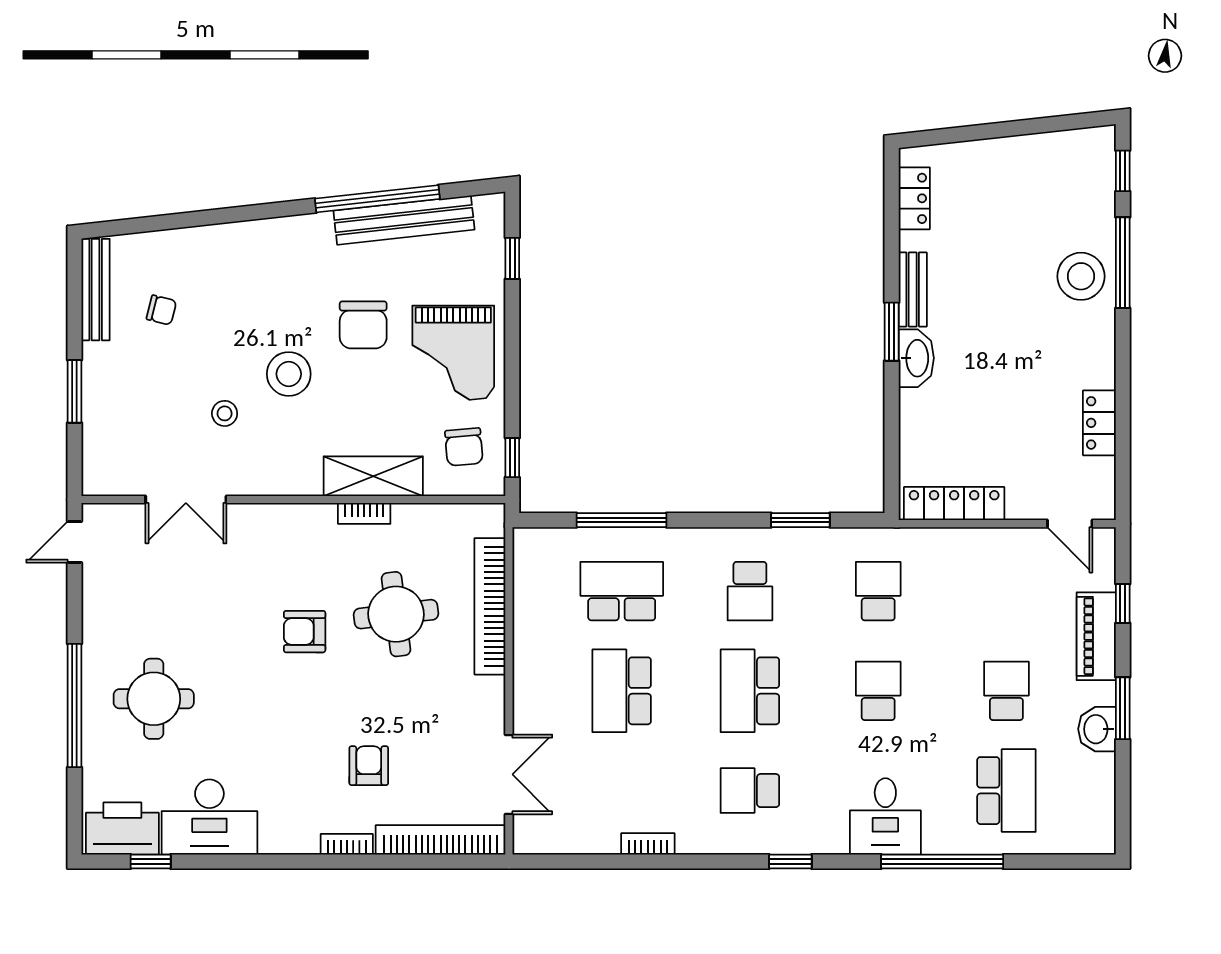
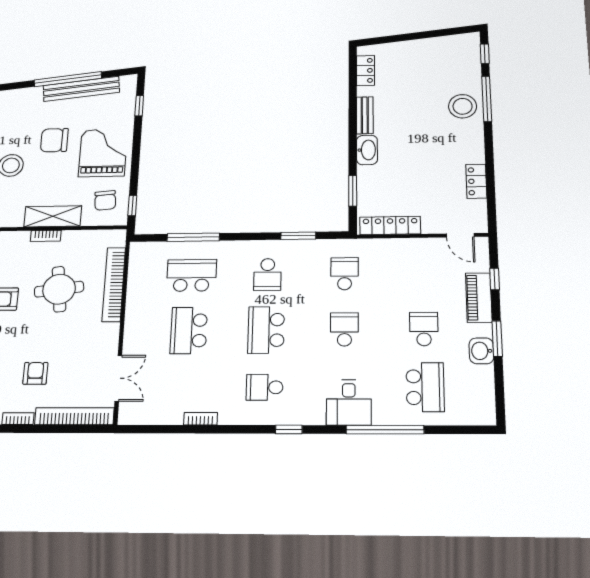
chair: (363, 325) -> (54, 140), turned 90
window: (892, 332) -> (353, 191), moved
grand piano: (453, 353) -> (103, 153), turned 180

